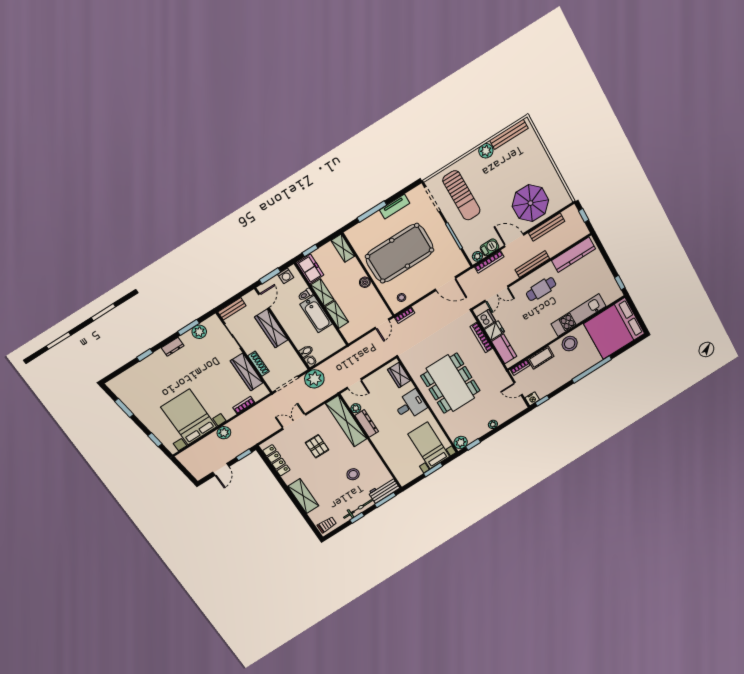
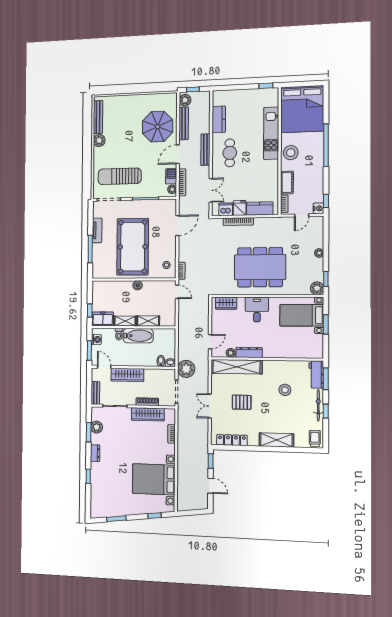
sun lounger: (461, 195) -> (120, 176), turned 180
shelving: (343, 248) -> (103, 286), removed
kitchen counter: (574, 255) -> (219, 119), width x0.67
plant: (224, 433) -> (185, 100), moved

